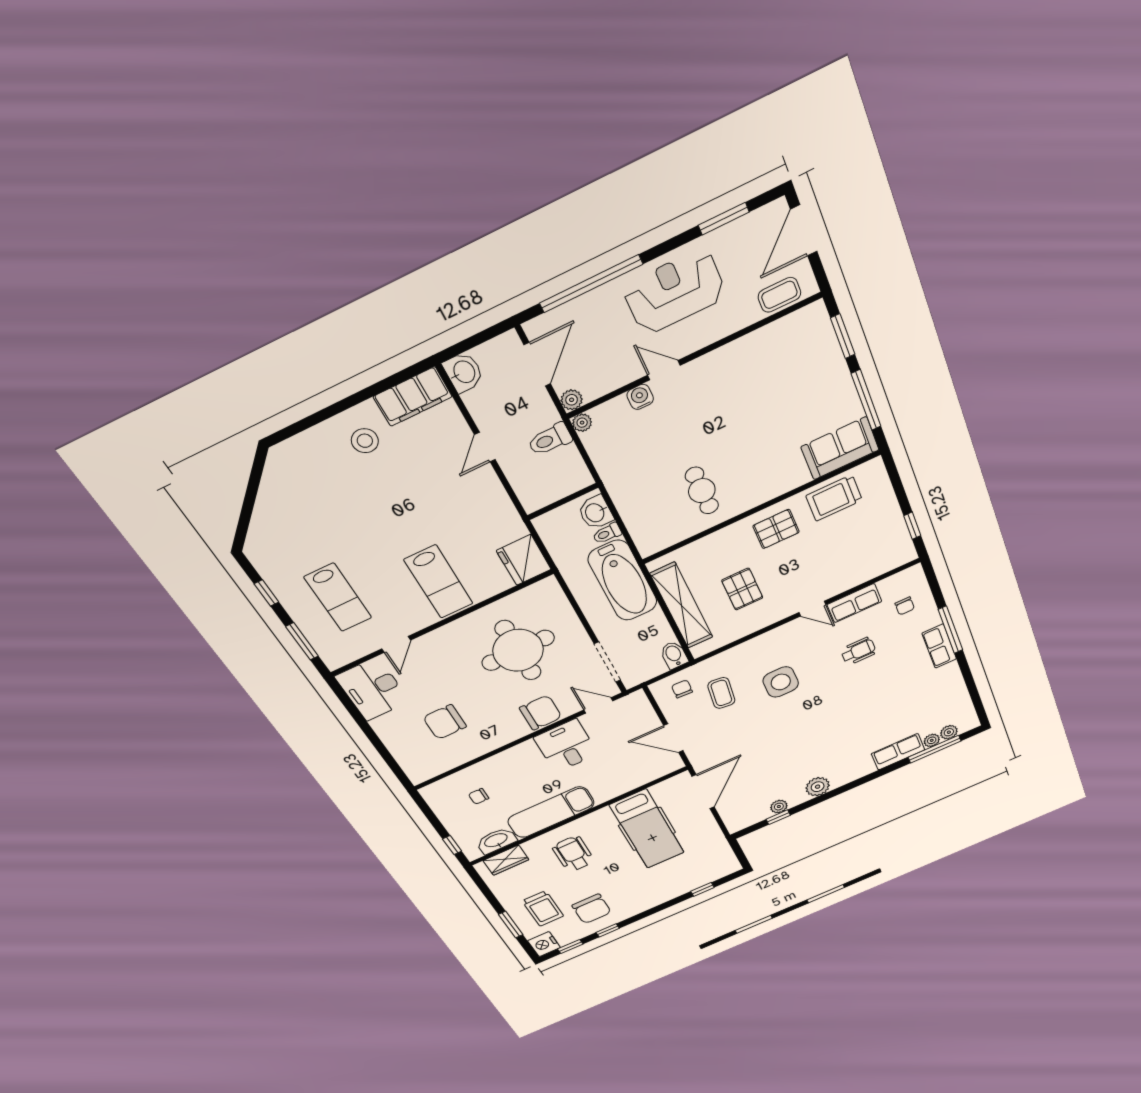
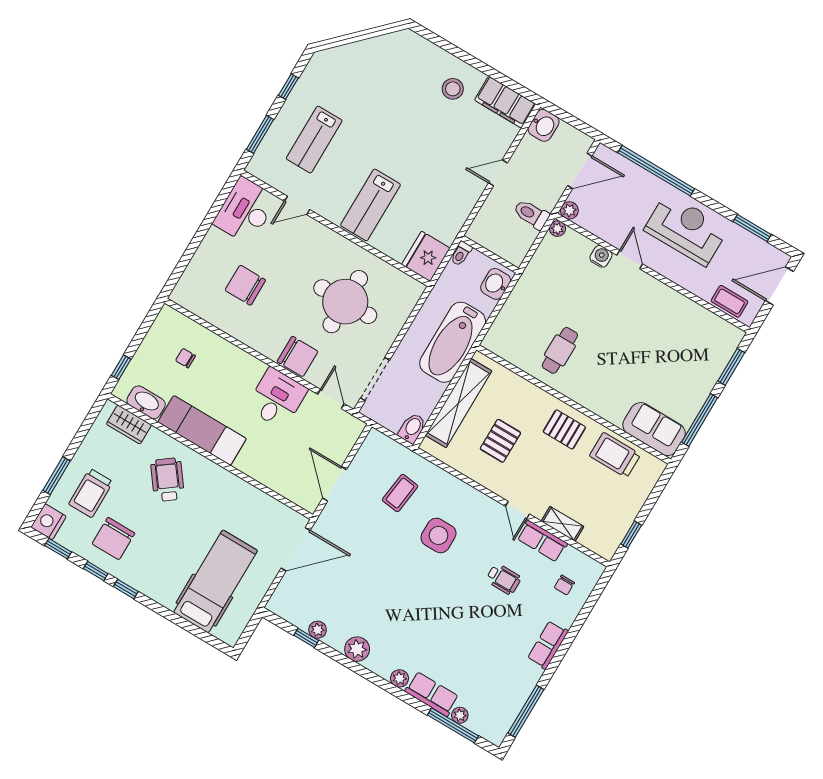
toilet: (607, 533) -> (461, 254), moved, turned -90
shelving: (855, 578) -> (562, 524), added
window: (950, 630) -> (526, 711), moved
chair: (682, 689) -> (385, 457), removed
plant: (949, 732) -> (400, 678), moved
hospital bed: (647, 829) -> (216, 581), moved, turned 180
wheelchair: (573, 854) -> (167, 480), turned -37
window: (702, 889) -> (126, 589), moved

